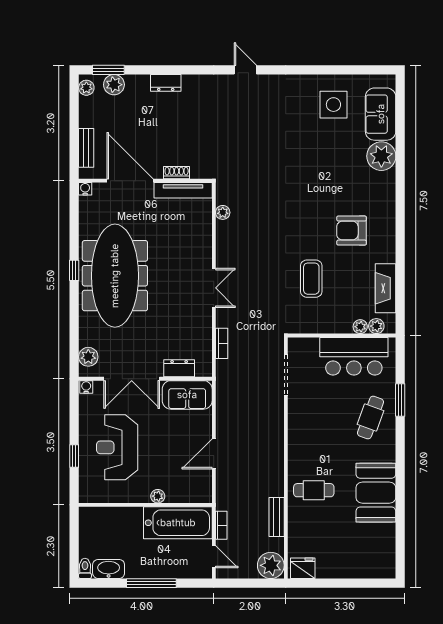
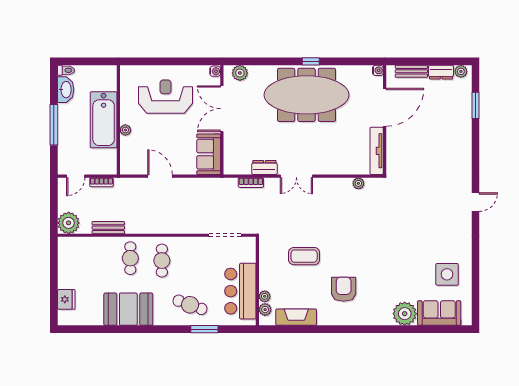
window: (108, 70) -> (476, 105), moved
dresser: (166, 83) -> (441, 72), moved, turned -90
plant: (114, 85) -> (463, 94), removed
shoe rack: (177, 173) -> (391, 145), removed
dresser: (179, 368) -> (264, 168), moved, turned -90
cafe table: (317, 452) -> (162, 261), added
window: (74, 456) -> (158, 61), removed
bathtub: (178, 523) -> (104, 120), moved
fridge: (303, 568) -> (66, 299), moved

